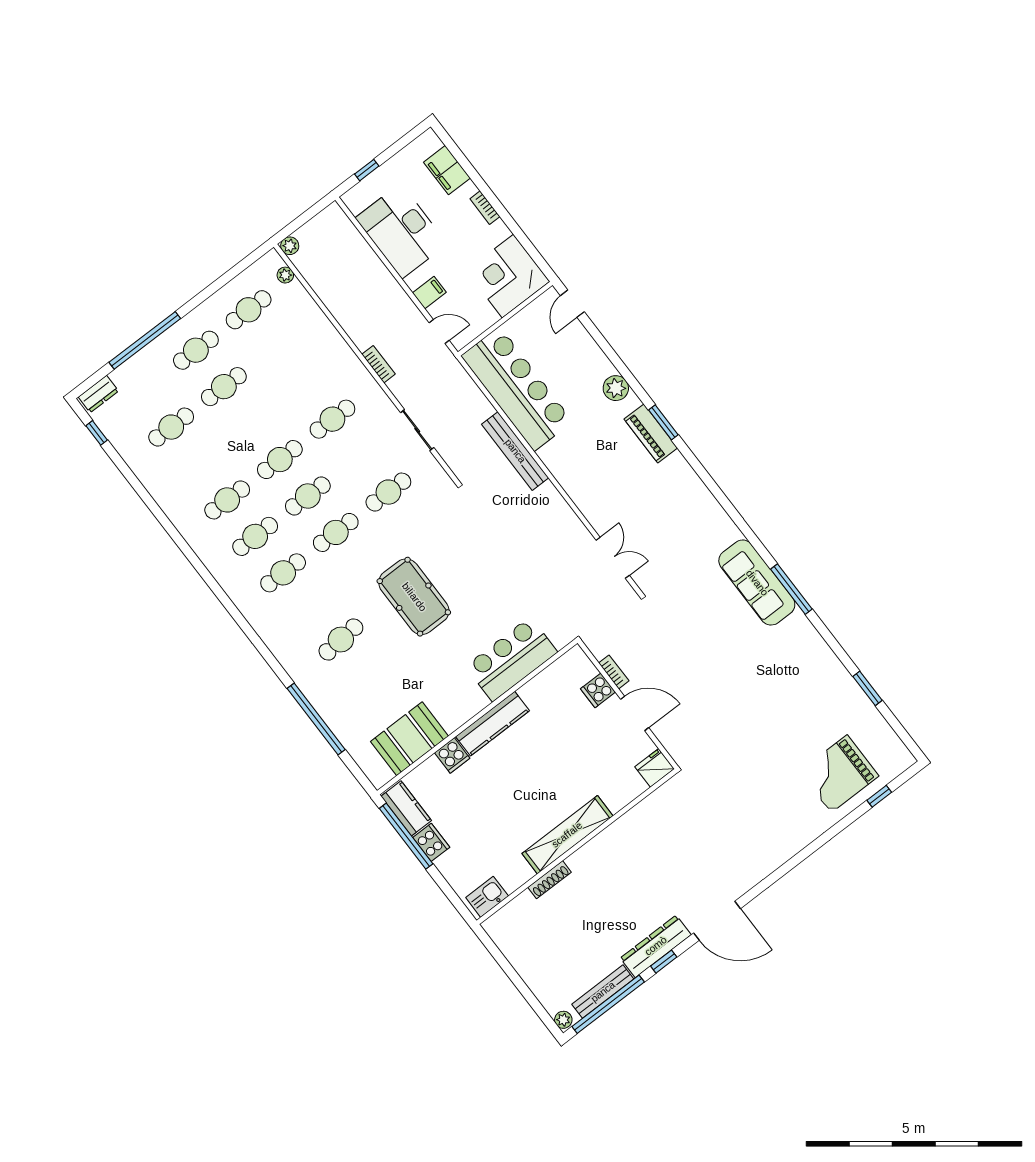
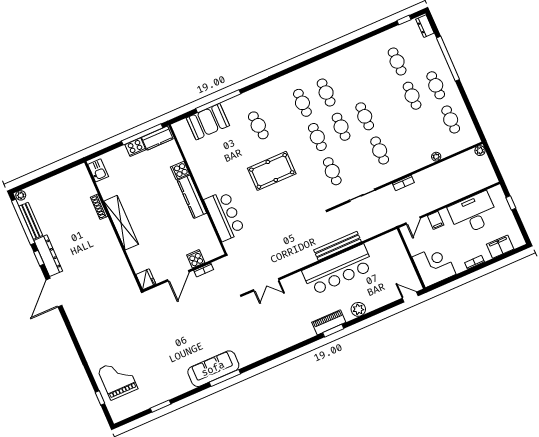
plant: (285, 275) -> (436, 157), moved
bar counter: (517, 389) -> (338, 270), moved
cafe table: (227, 500) -> (350, 82), removed
sofa: (757, 583) -> (213, 369), moved
booth: (409, 739) -> (208, 122), moved, turned 90

